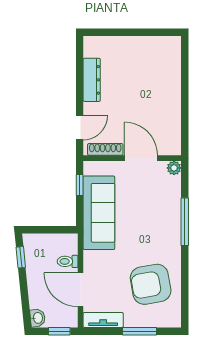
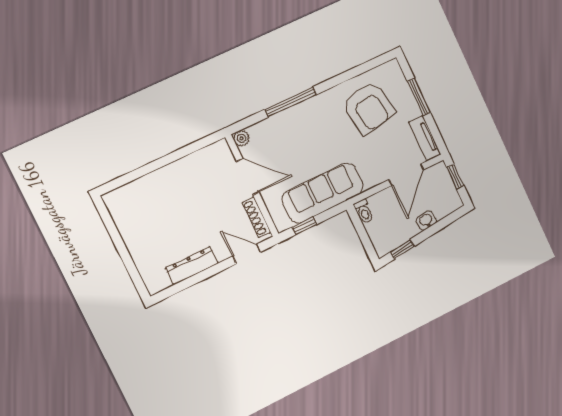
door: (141, 158) -> (248, 177), swing flipped
toilet: (68, 261) -> (364, 211), moved
washbasin: (38, 318) -> (426, 221), moved

